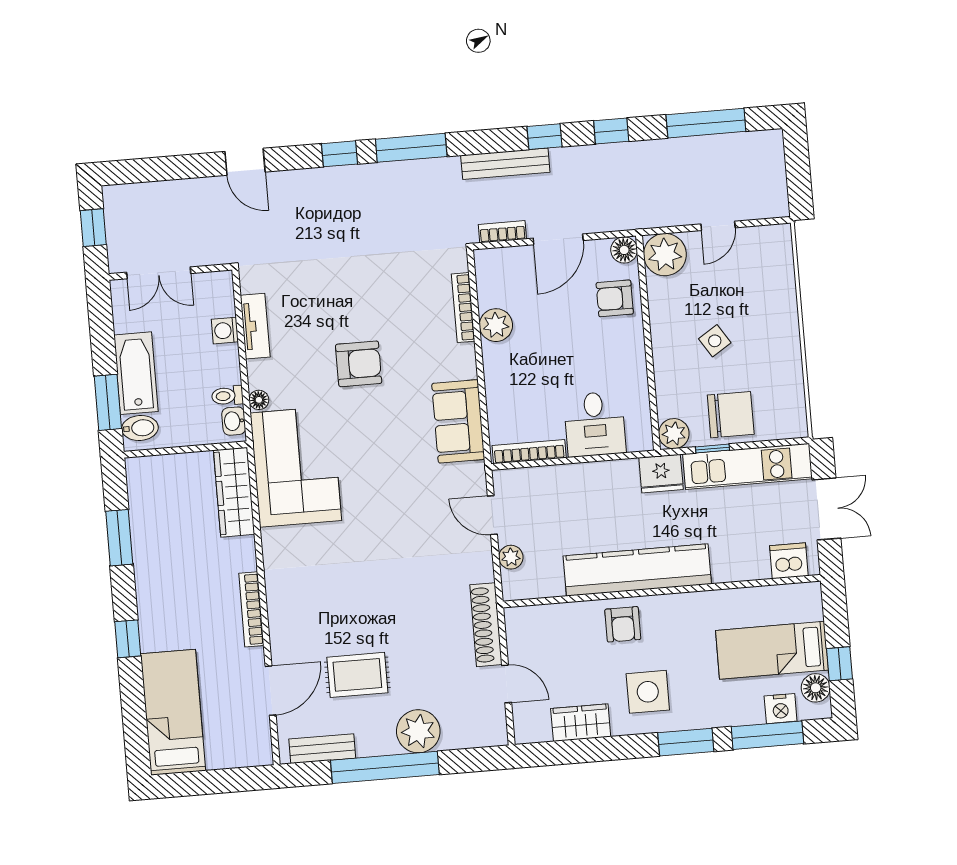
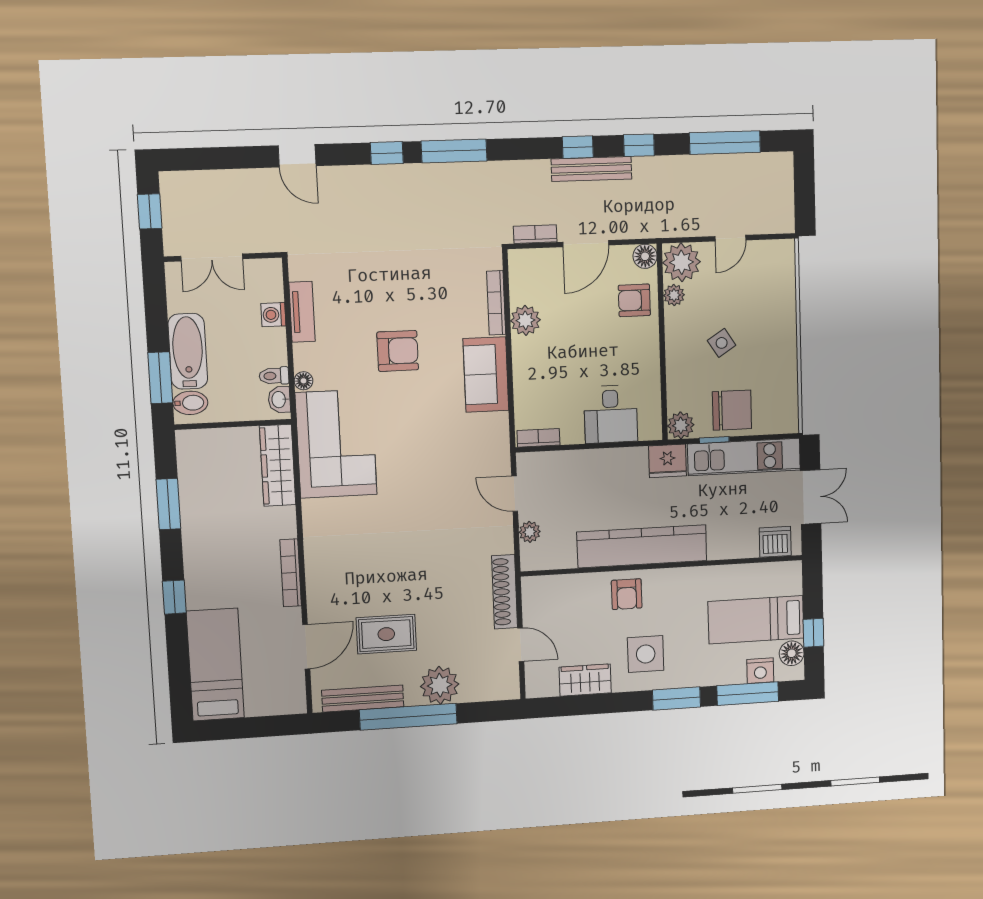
bench: (505, 164) -> (591, 169), moved
plant: (659, 291) -> (674, 295), added
sofa: (458, 421) -> (486, 374), moved
bookcase: (529, 452) -> (539, 438), width x0.64
bench: (322, 749) -> (363, 699), width x1.36

